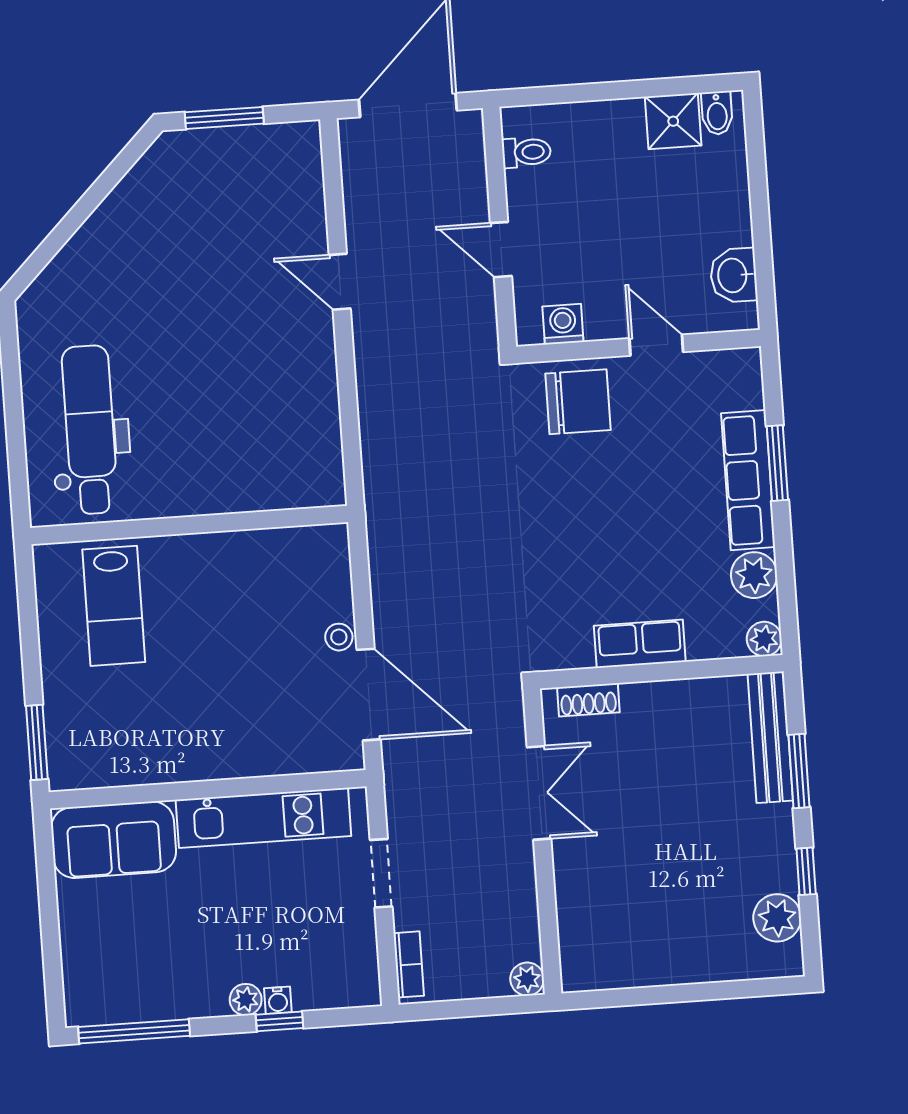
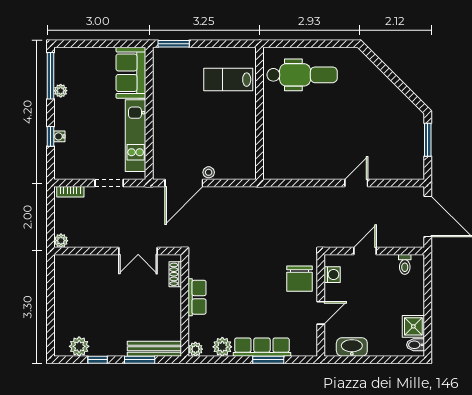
washbasin: (734, 275) -> (352, 347), width x1.38
plant: (246, 1000) -> (61, 91), moved

